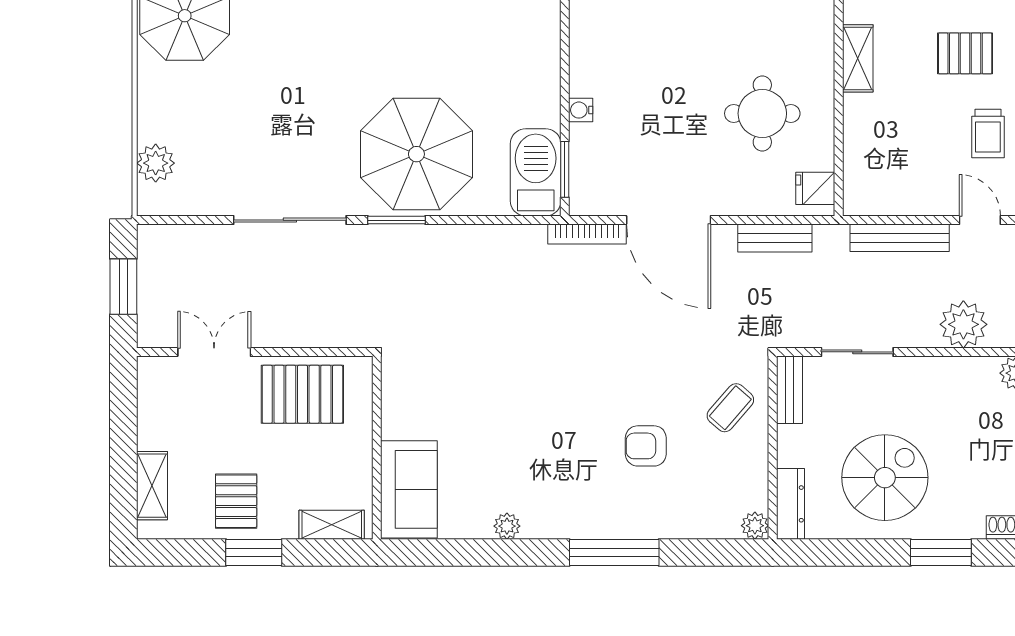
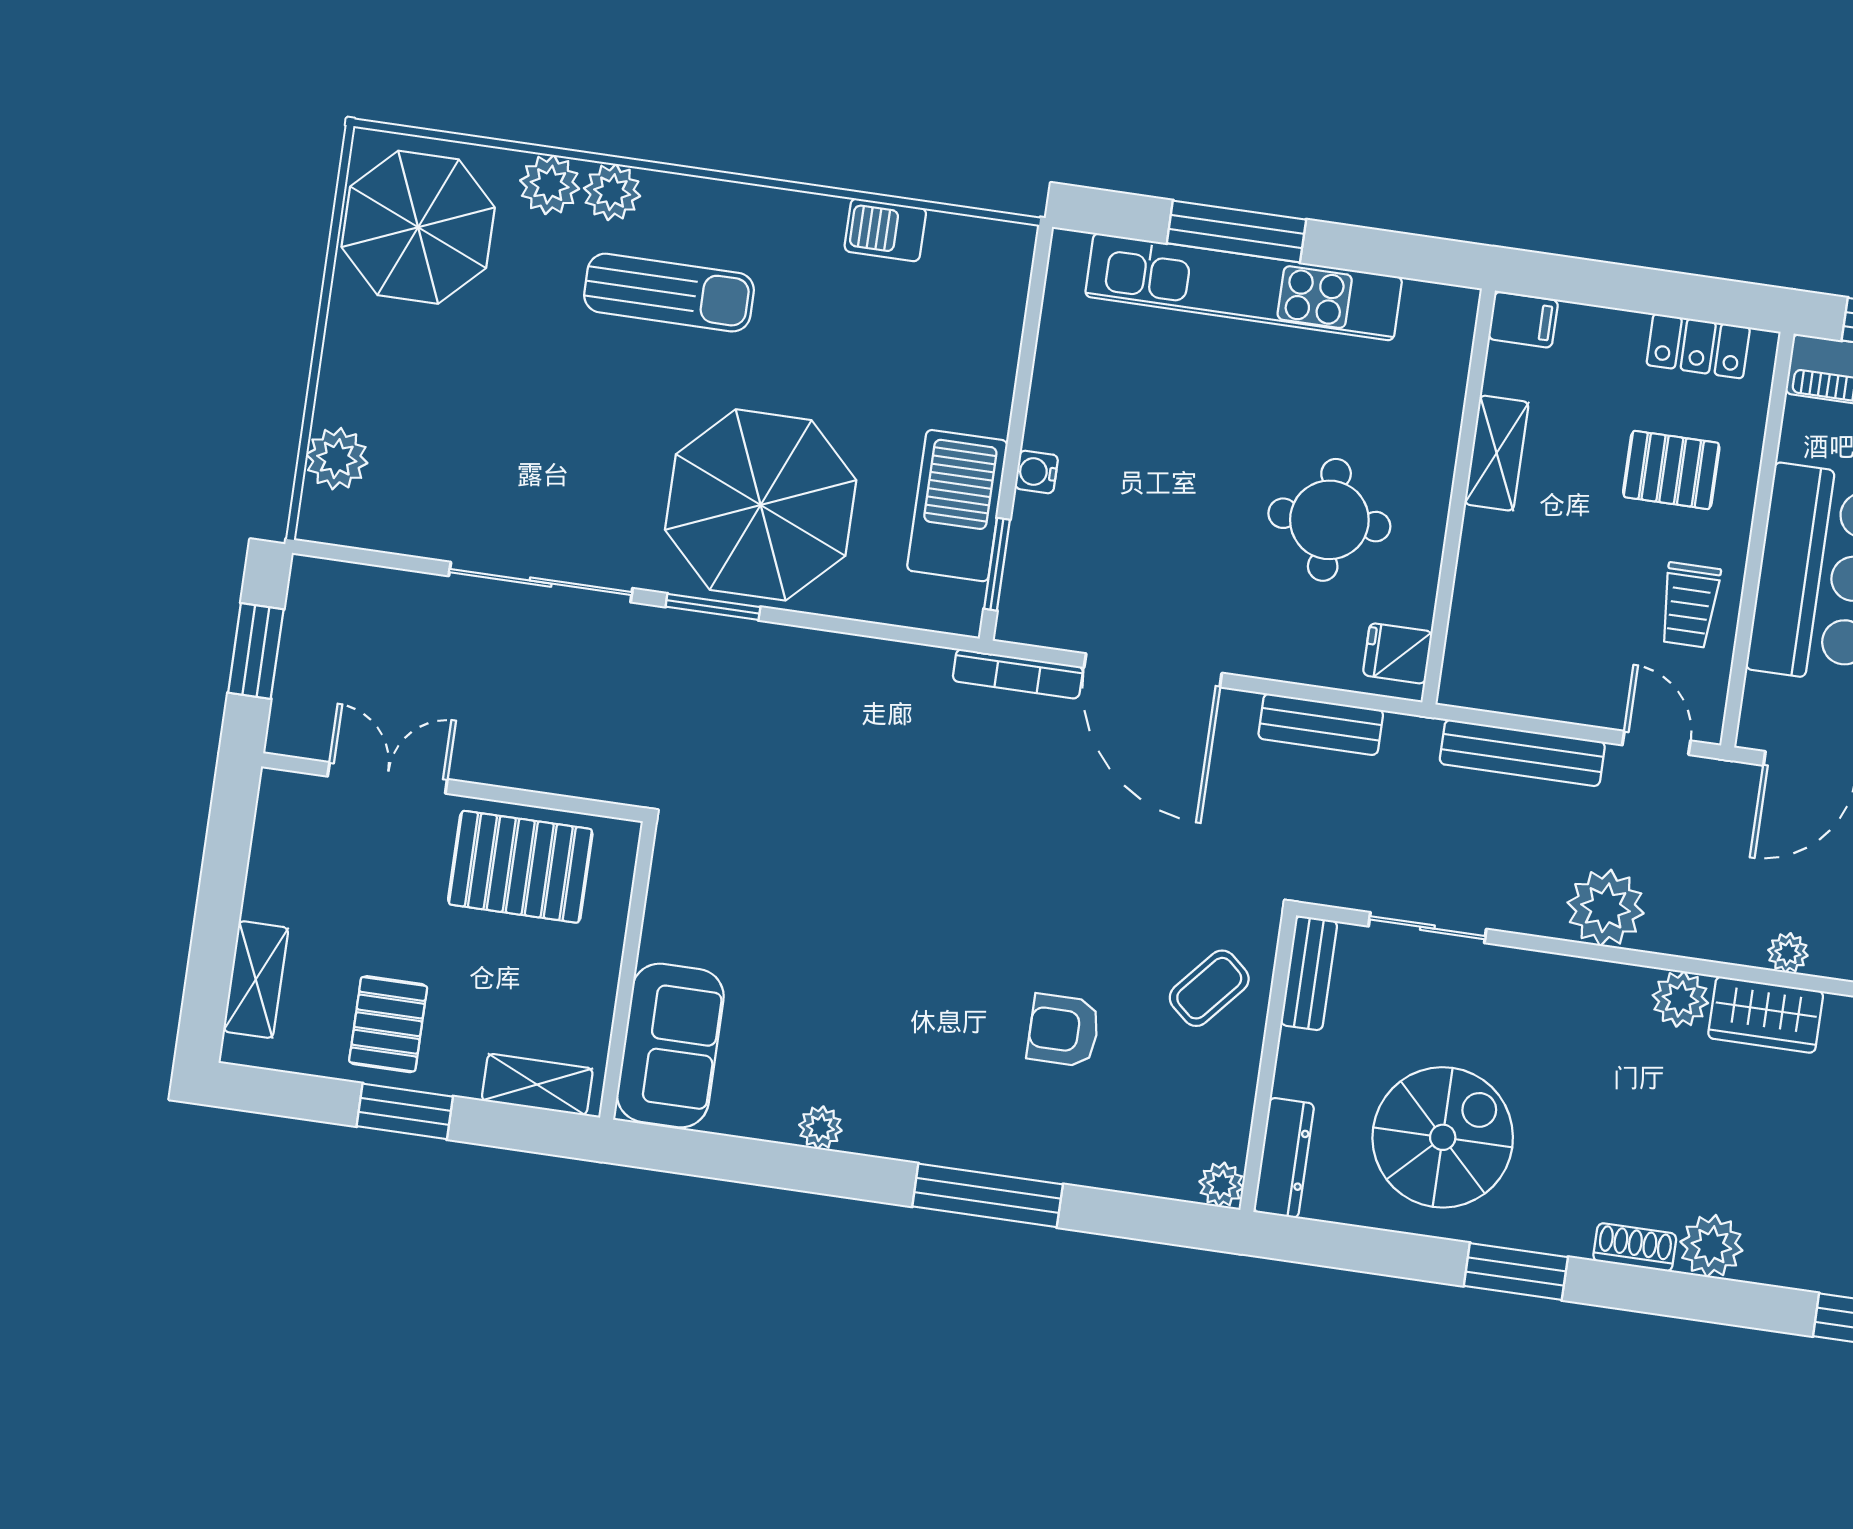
sun lounger: (342, 33) -> (669, 293), added
barbecue: (536, 172) -> (957, 506), moved

